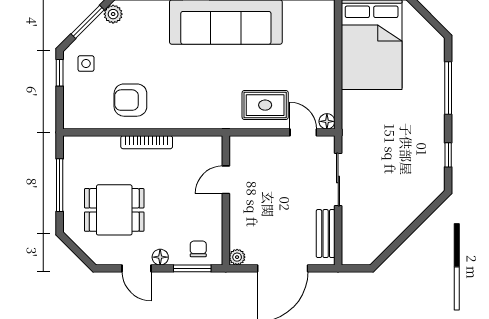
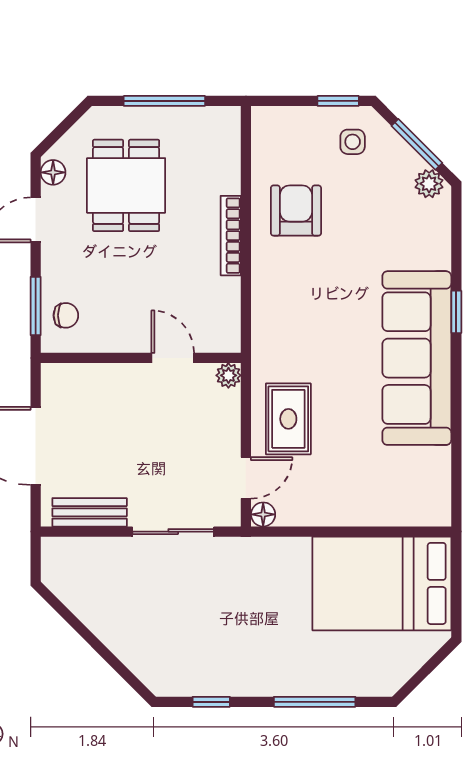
floor lamp: (160, 257) -> (53, 172), moved
plant: (237, 257) -> (228, 375), moved

